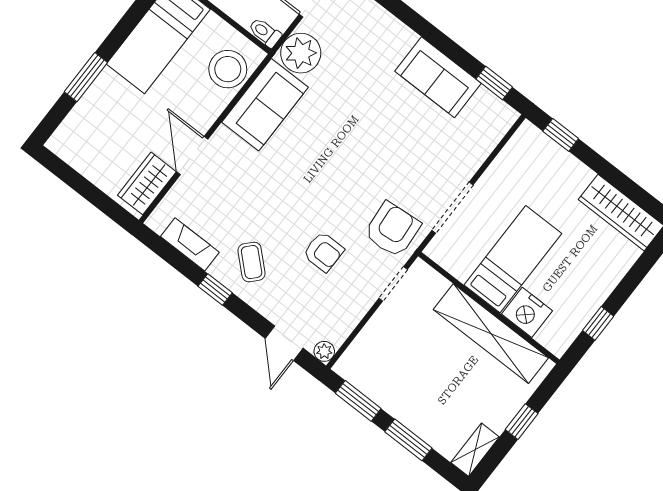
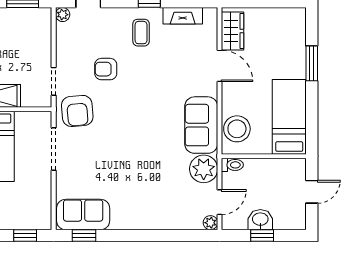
sofa: (438, 77) -> (83, 215), moved
coffee table: (252, 262) -> (141, 33), turned 47

